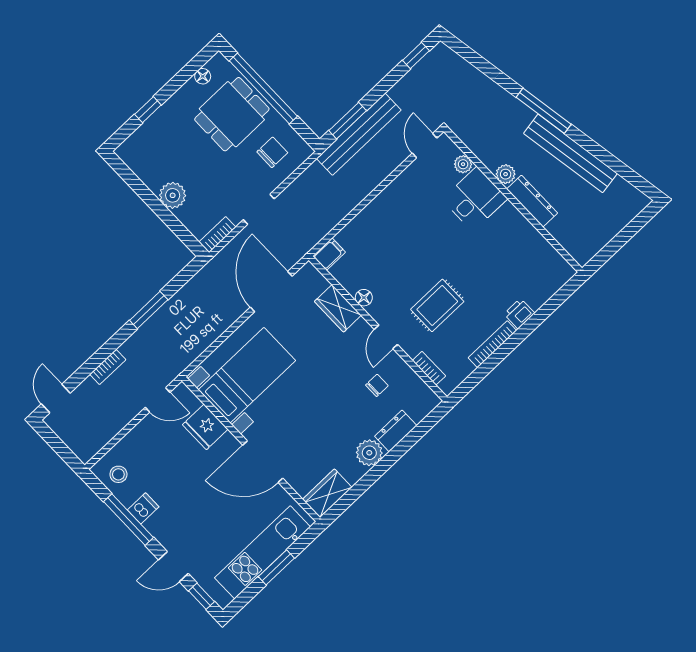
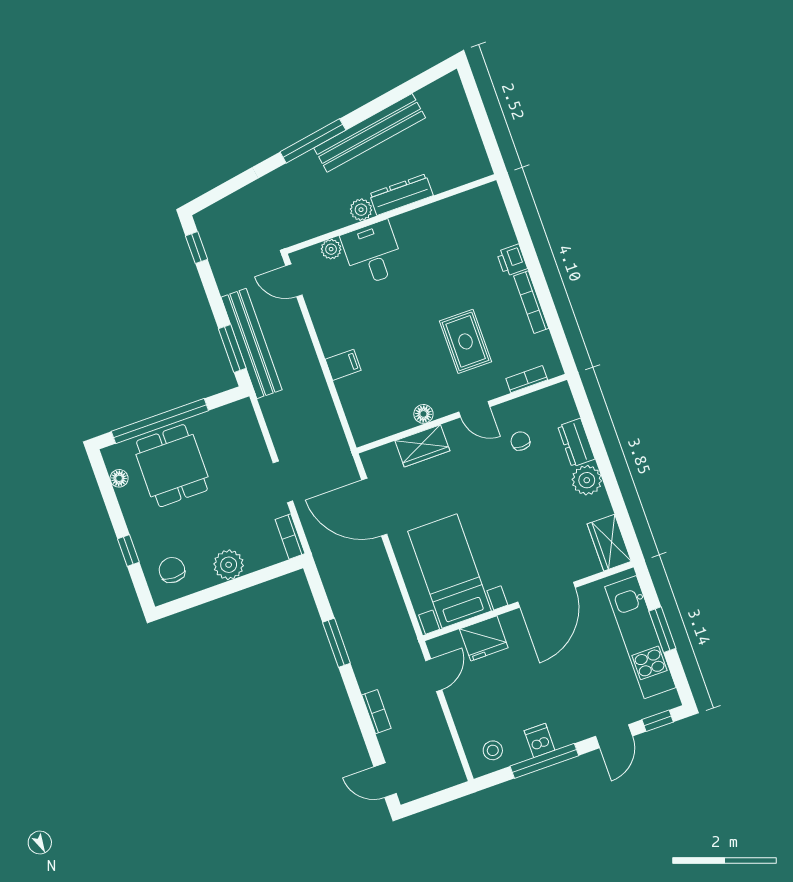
chair: (272, 152) -> (172, 570), moved
filing cabinet: (329, 254) -> (343, 365), moved, turned 90

